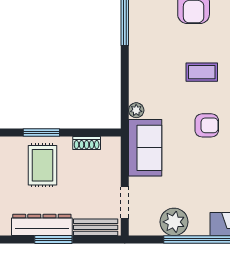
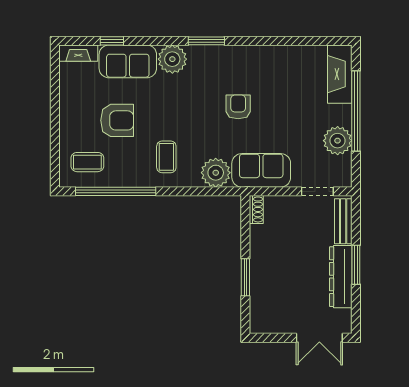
coffee table: (202, 72) -> (166, 157), moved
plant: (136, 110) -> (216, 173), width x1.88, depth x1.88
shoe rack: (87, 143) -> (256, 209), moved
rug: (42, 165) -> (279, 276), removed

